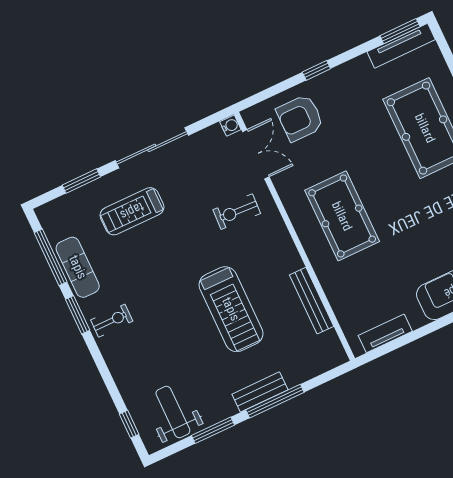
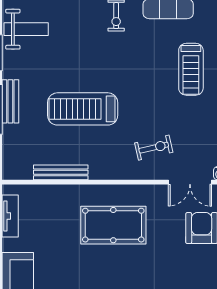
treadmill: (132, 211) -> (191, 69), turned 180
exercise bike: (237, 212) -> (154, 148), turned 74

